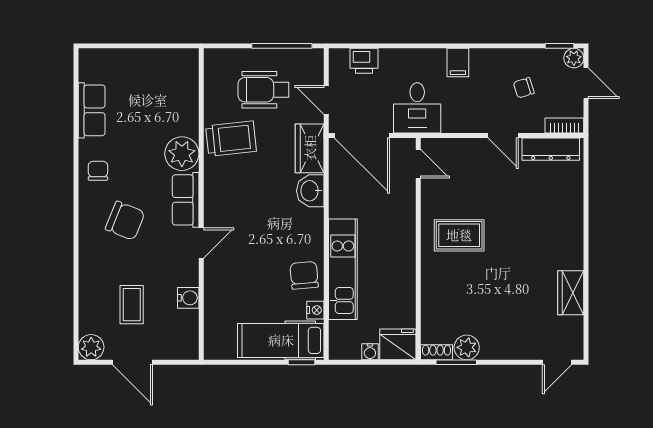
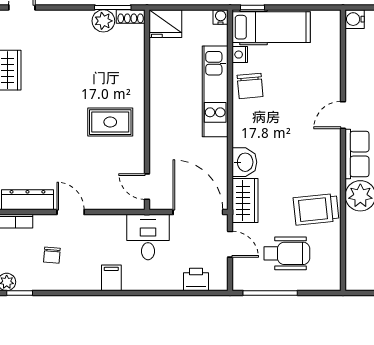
chair: (524, 88) -> (52, 255), turned 112
water cooler: (188, 298) -> (355, 19), moved
water cooler: (370, 352) -> (221, 17), moved

